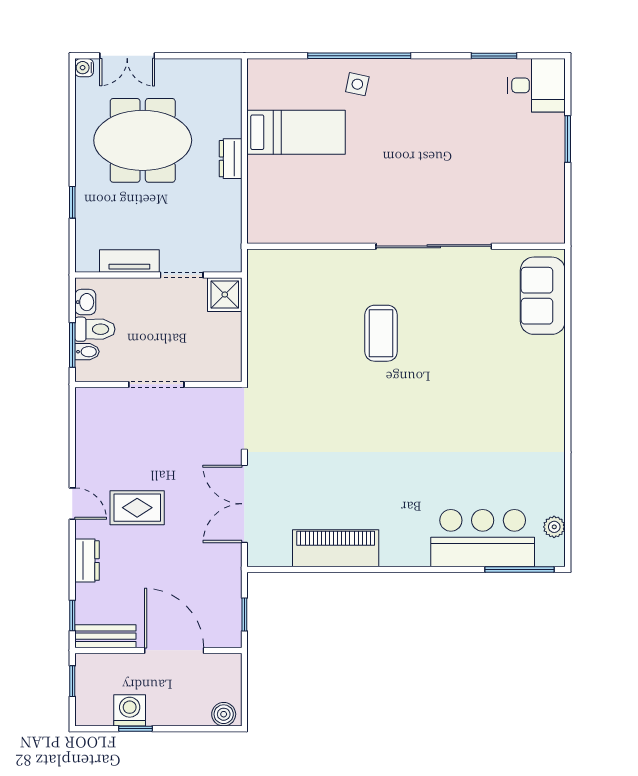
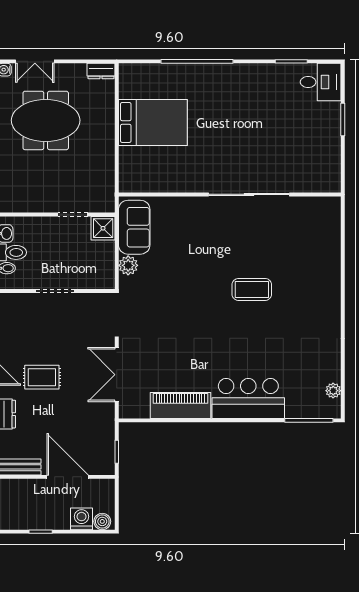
side table: (357, 84) -> (196, 81), removed
bed: (296, 132) -> (153, 122), width x1.50
dresser: (231, 159) -> (101, 71), moved, turned -90
tv unit: (129, 261) -> (36, 205), removed
sofa: (543, 296) -> (134, 227), moved, turned 180
coffee table: (381, 333) -> (252, 289), moved, turned 90
plant: (261, 348) -> (128, 265), added
bar counter: (483, 538) -> (248, 398), moved
washing machine: (130, 710) -> (82, 519), moved

